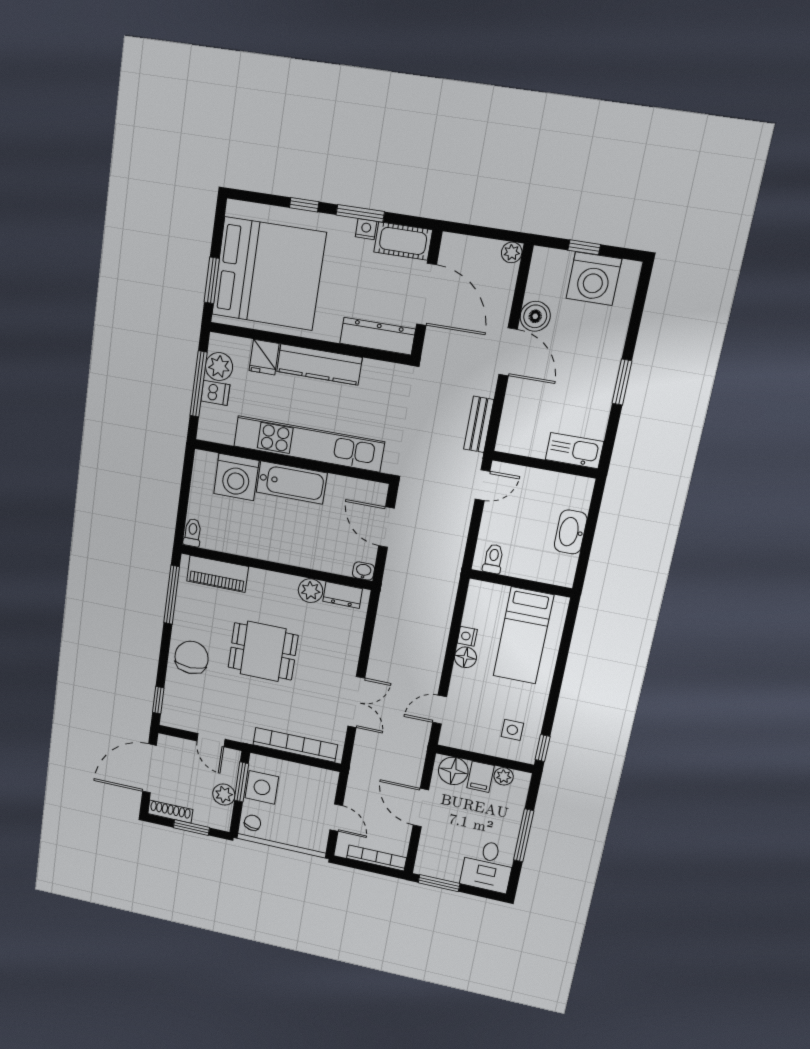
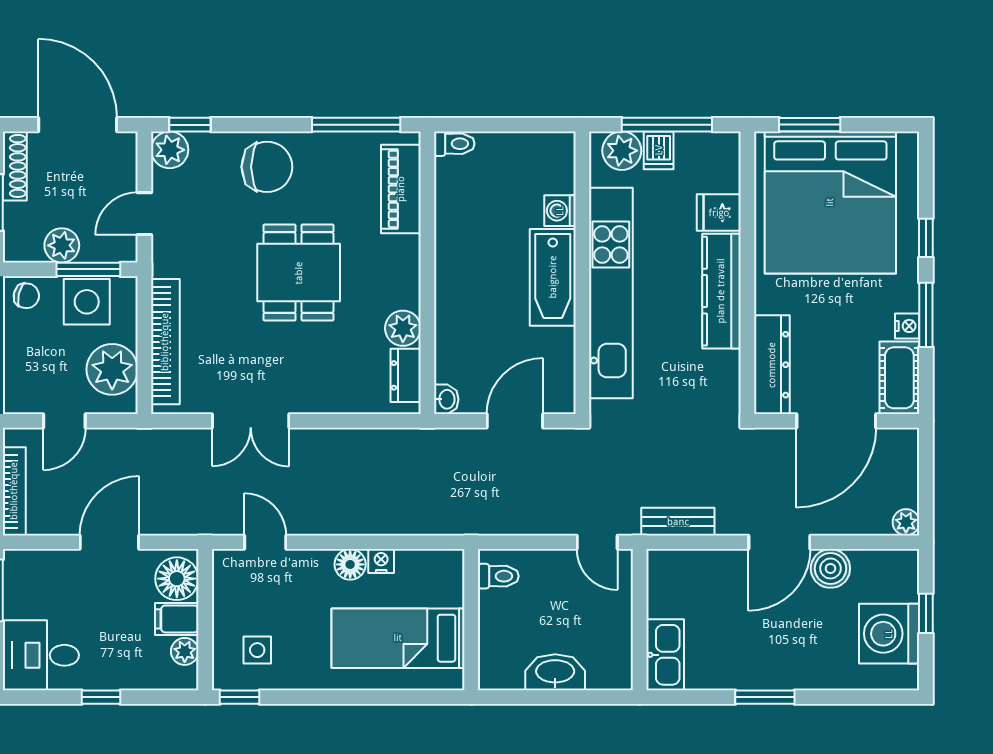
plant: (219, 367) -> (622, 151), moved
washing machine: (236, 477) -> (560, 211), width x0.53, depth x0.53
plant: (173, 716) -> (170, 150), added
plant: (308, 781) -> (112, 369), added
window: (524, 835) -> (101, 697), width x0.46

